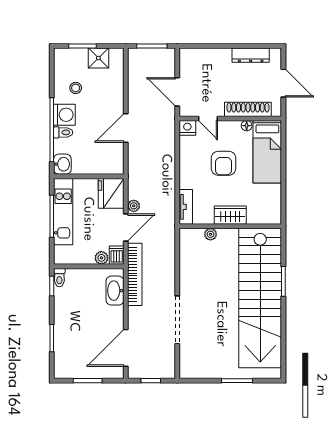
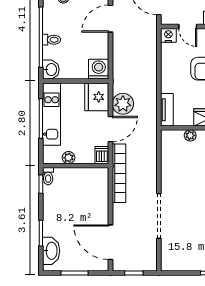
washing machine: (64, 115) -> (99, 69), moved, turned -90
door: (126, 128) -> (110, 19), moved
plant: (134, 206) -> (123, 104), width x1.87, depth x1.87
plant: (101, 258) -> (69, 158), moved
washbasin: (115, 291) -> (51, 251), moved, turned 180
door: (126, 348) -> (110, 242), hinge flipped

